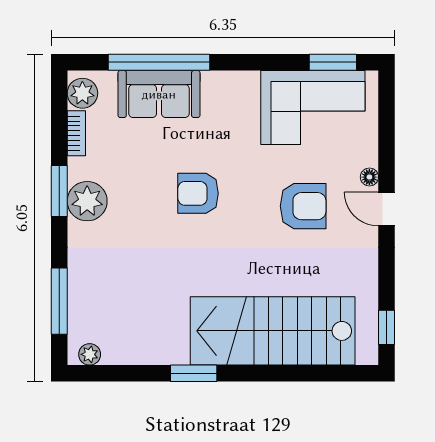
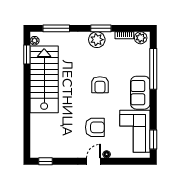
sofa: (159, 94) -> (140, 93), moved
armchair: (198, 193) -> (100, 85), turned 180
armchair: (303, 206) -> (95, 127), turned -90
stairs: (273, 331) -> (44, 79), moved
window: (194, 373) -> (27, 55), moved

